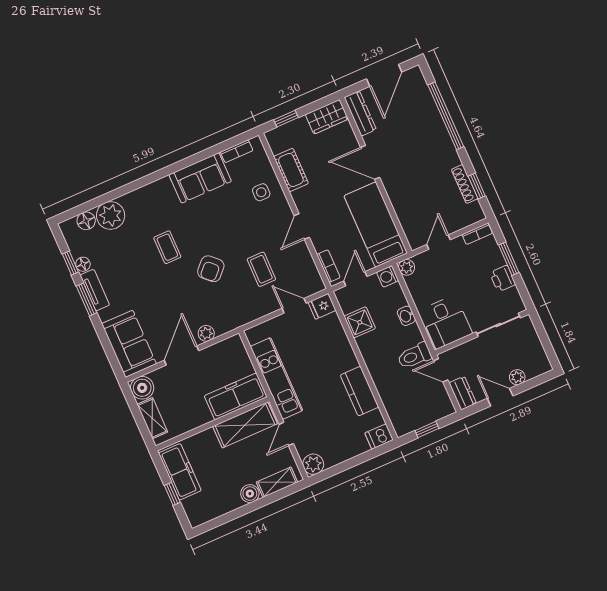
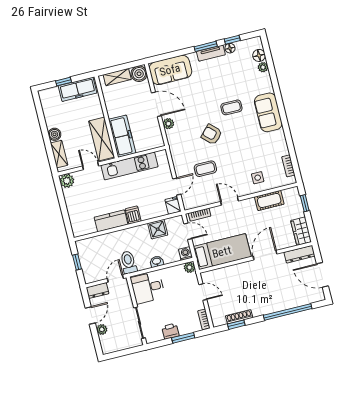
sofa: (200, 178) -> (268, 112), moved
plant: (111, 215) -> (263, 67), width x0.53, depth x0.53
dishwasher: (379, 436) -> (133, 215), moved

